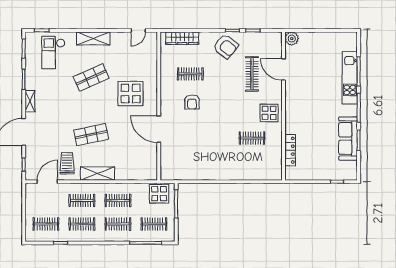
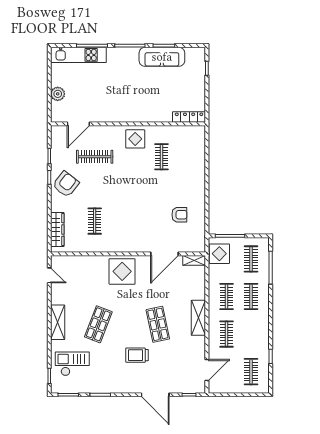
plant: (292, 39) -> (58, 94), moved
checkout: (53, 52) -> (72, 364), turned 180
door: (284, 69) -> (78, 124), moved
shop shelf: (91, 77) -> (98, 324), turned 45
kitchen unit: (350, 78) -> (78, 55), moved
display table: (131, 94) -> (122, 271), moved
shelving: (30, 101) -> (194, 260), moved
armchair: (192, 102) -> (179, 215), moved
door: (159, 129) -> (164, 254), moved
locker: (290, 150) -> (189, 117), moved
trolley: (67, 163) -> (137, 355), moved
door: (47, 182) -> (207, 370), swing flipped
clothes rail: (82, 224) -> (251, 334), removed

